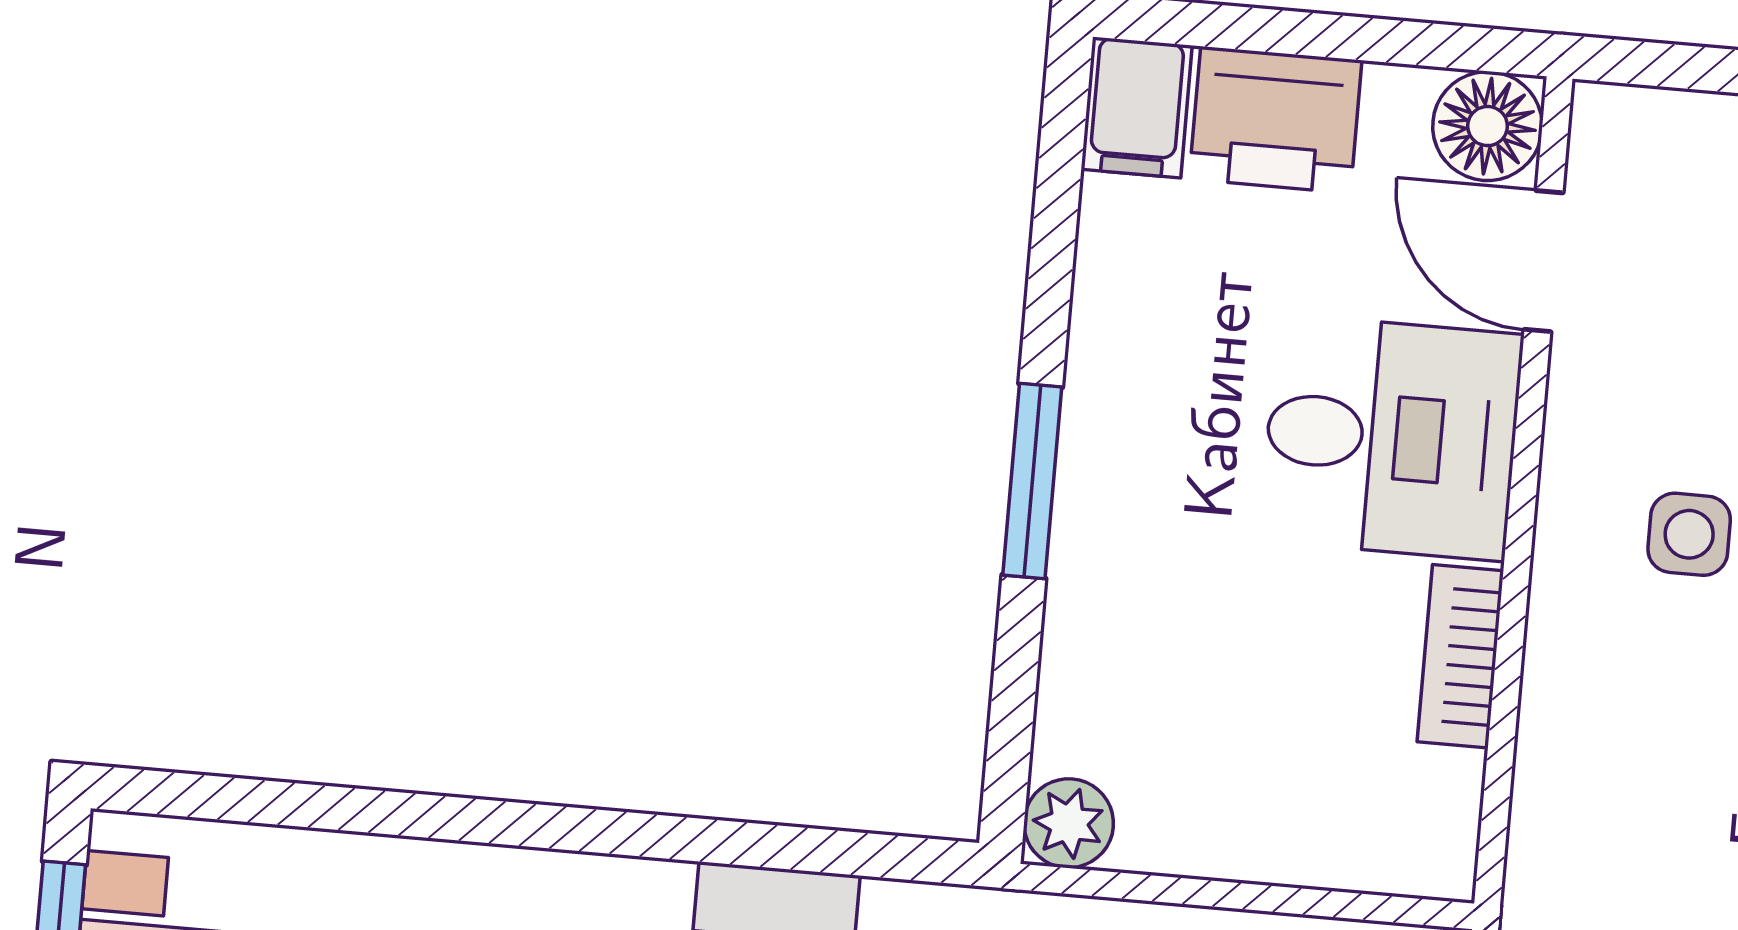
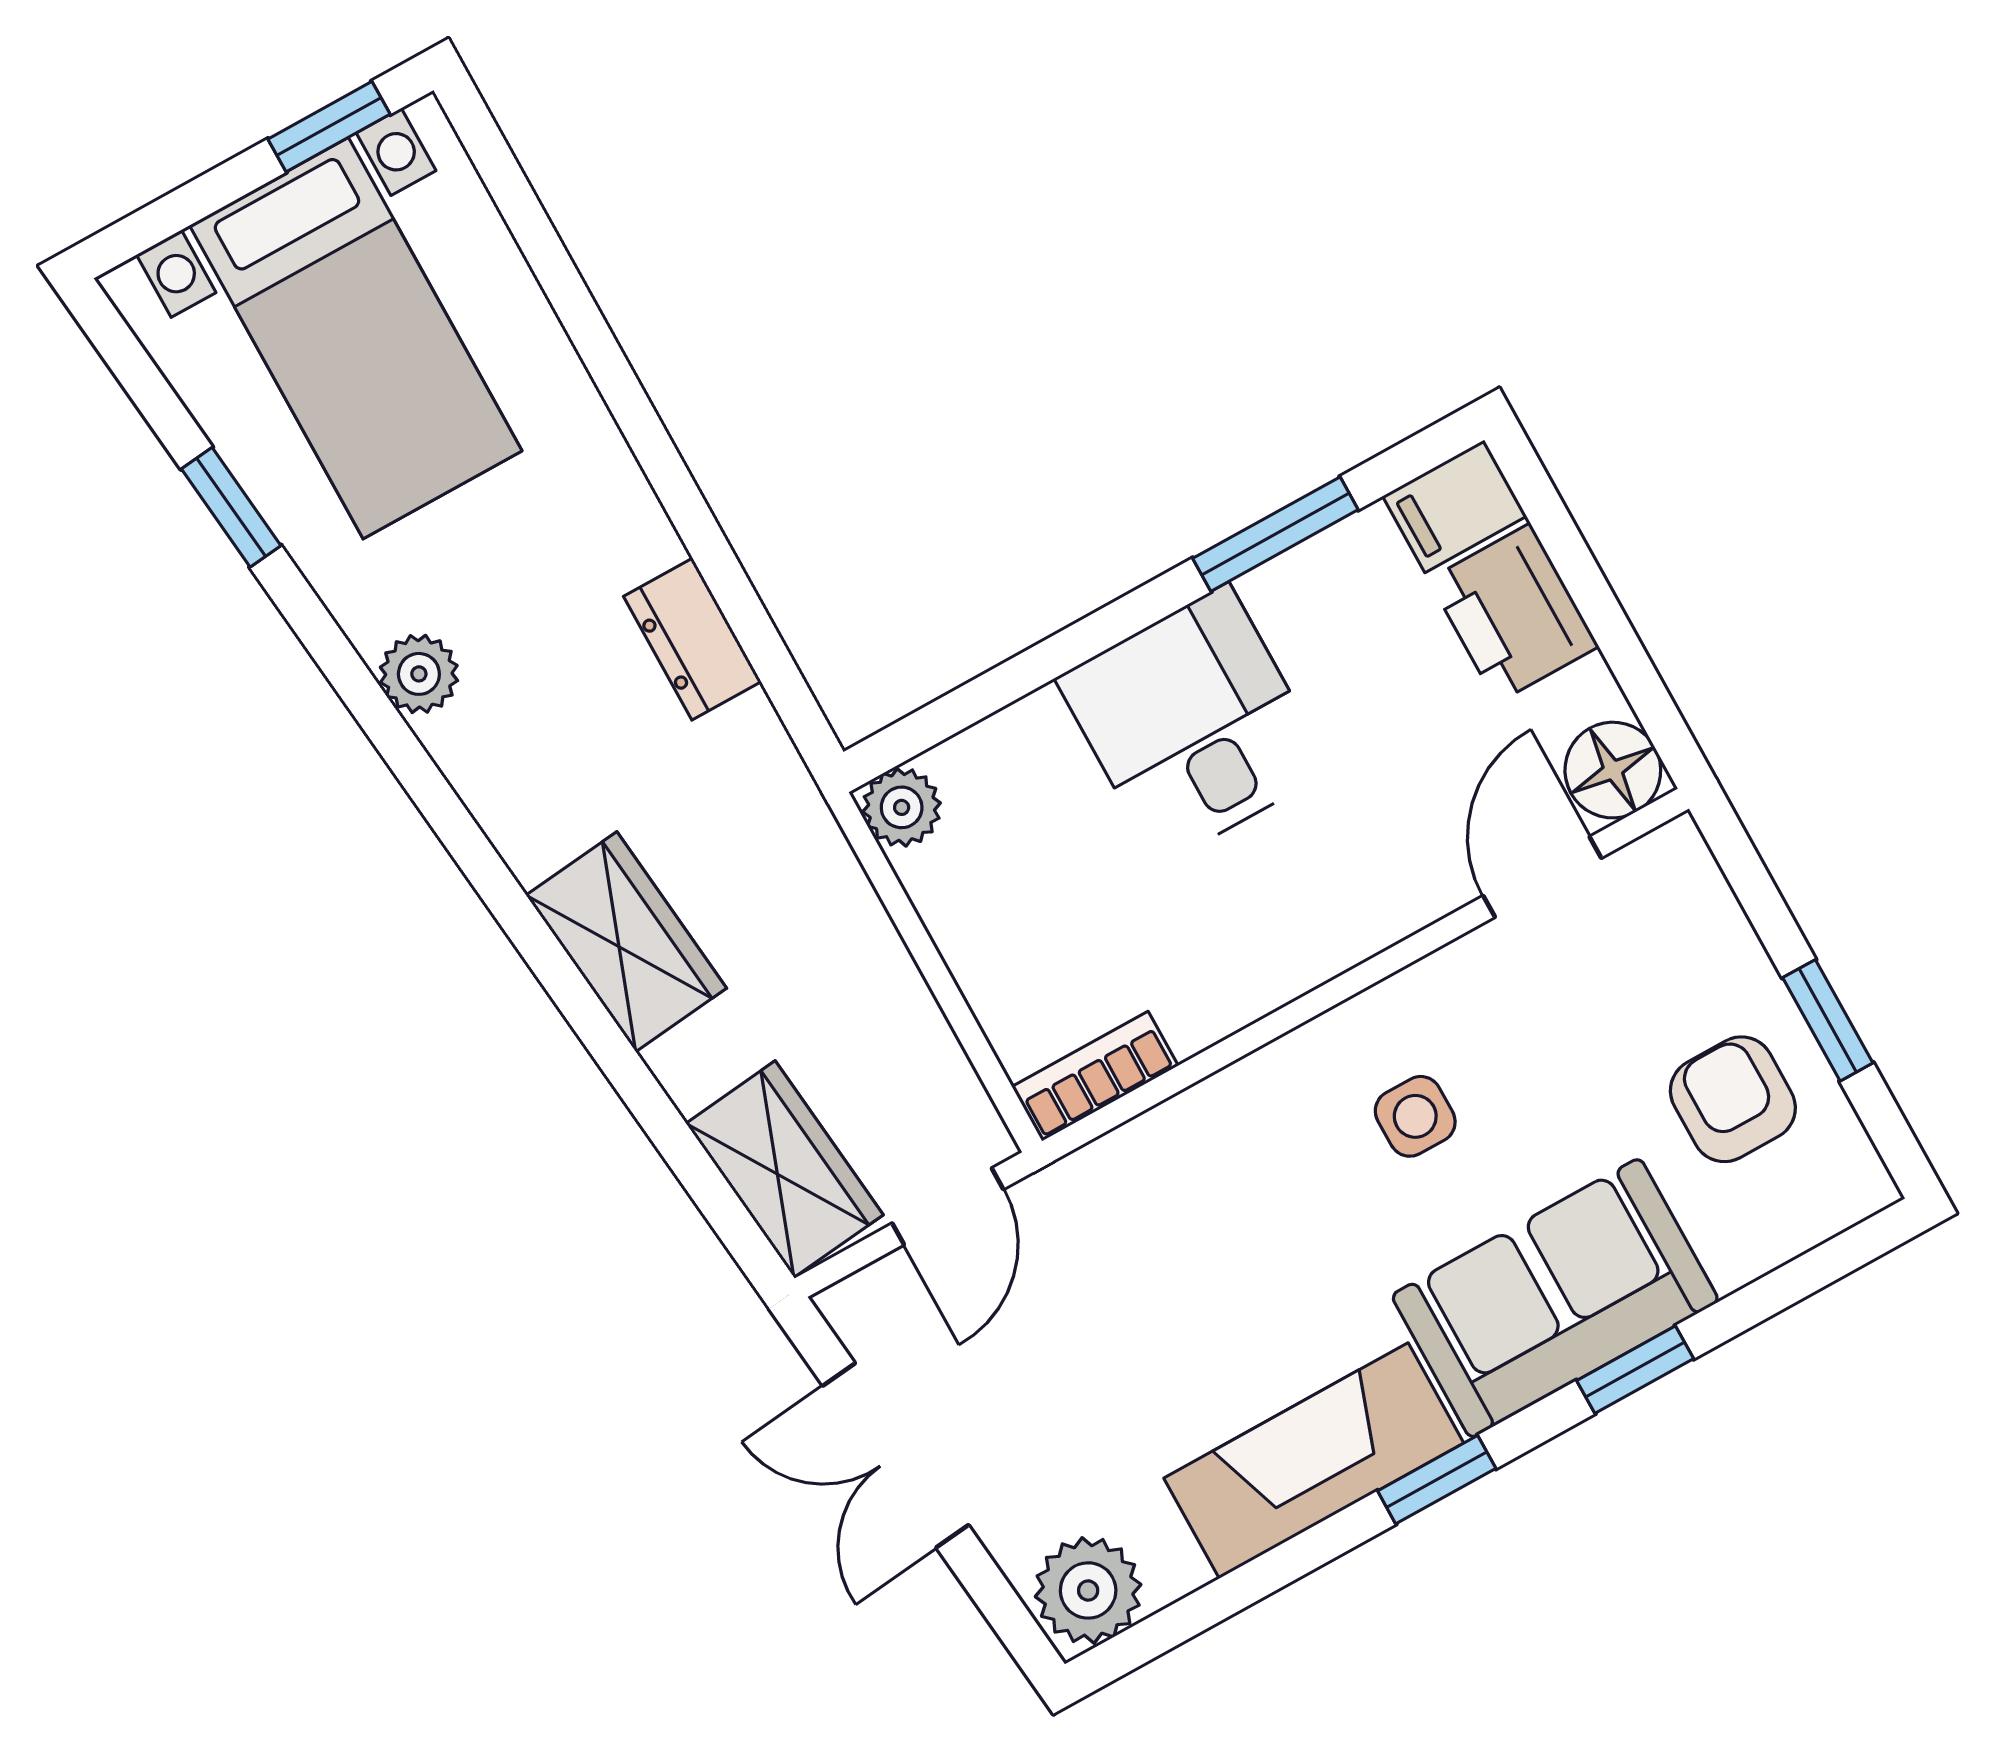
desk: (1391, 437) -> (1194, 724), moved, turned 180
window: (1032, 481) -> (1275, 534), moved
bookcase: (1460, 656) -> (1095, 1076), moved

